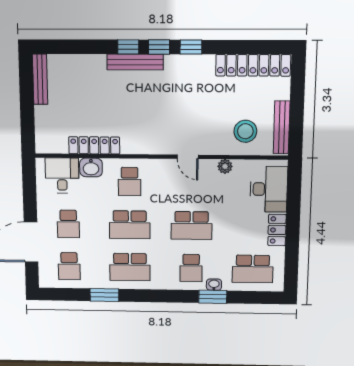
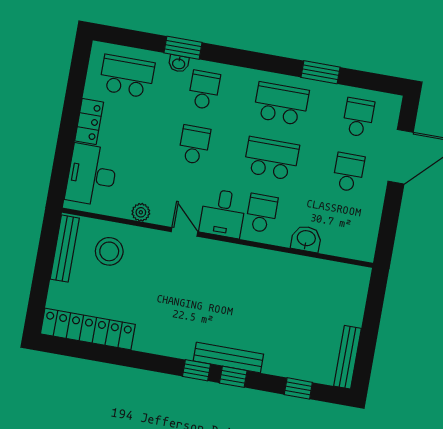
window: (191, 47) -> (298, 388), moved
locker: (94, 145) -> (297, 266), removed
desk: (62, 175) -> (223, 213), moved
school desk: (192, 226) -> (194, 145), width x0.54

